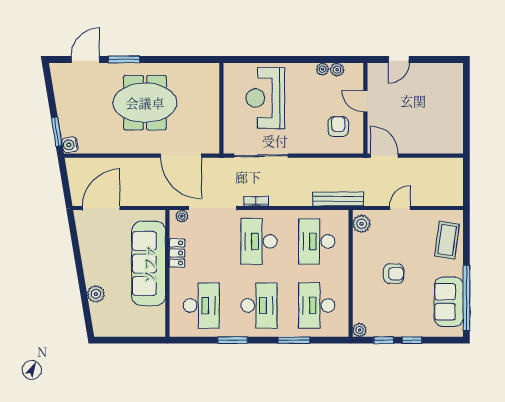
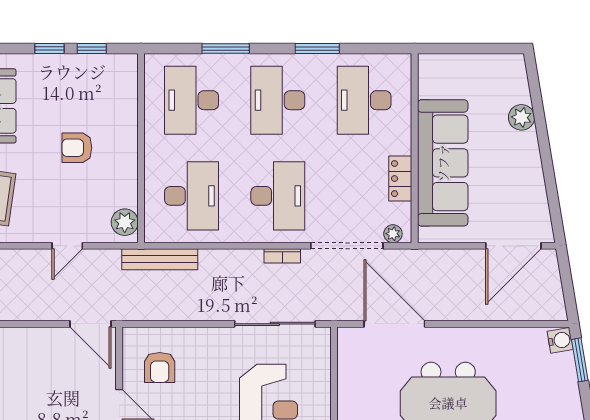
desk: (317, 305) -> (192, 100), turned 180
plant: (359, 330) -> (128, 64), removed

